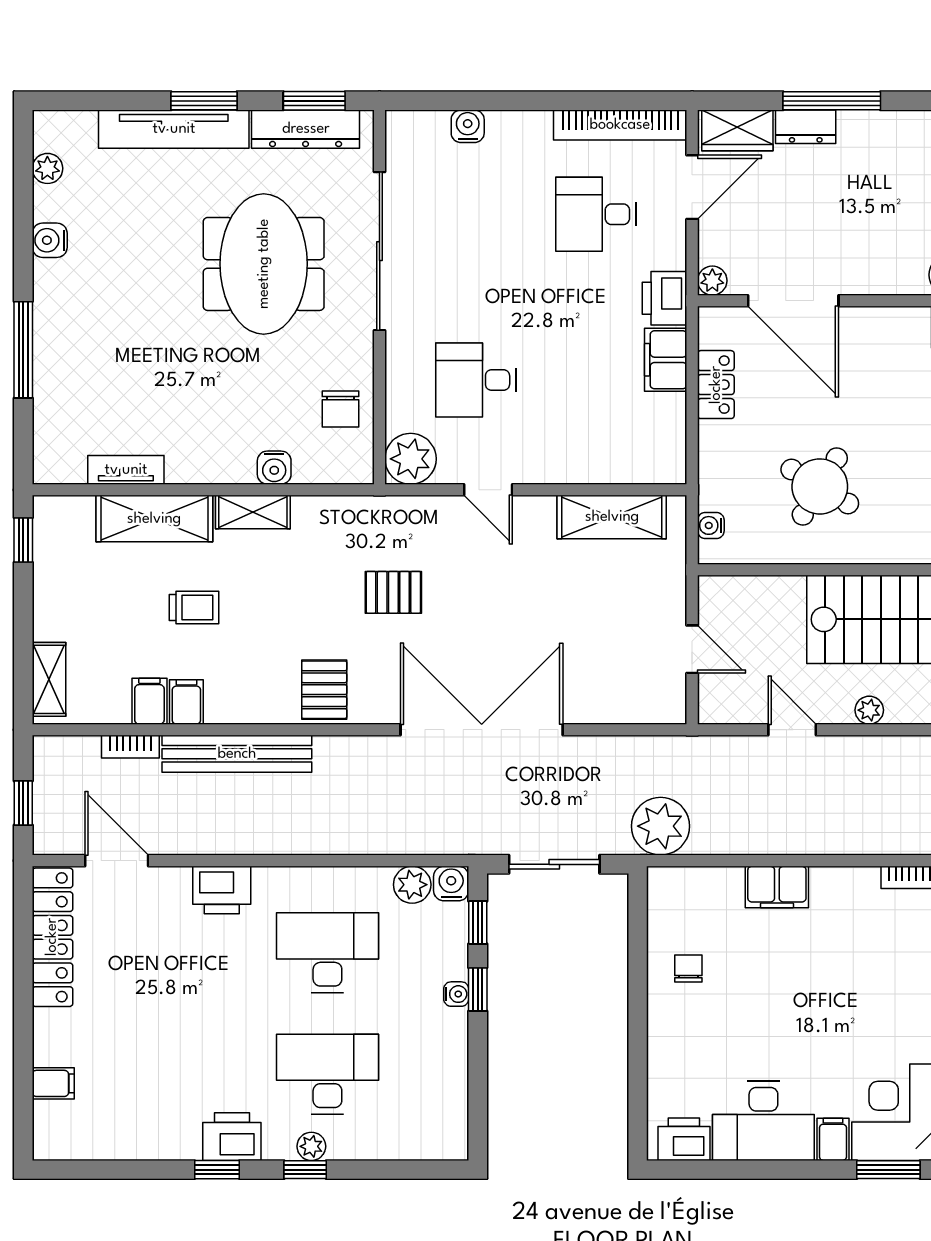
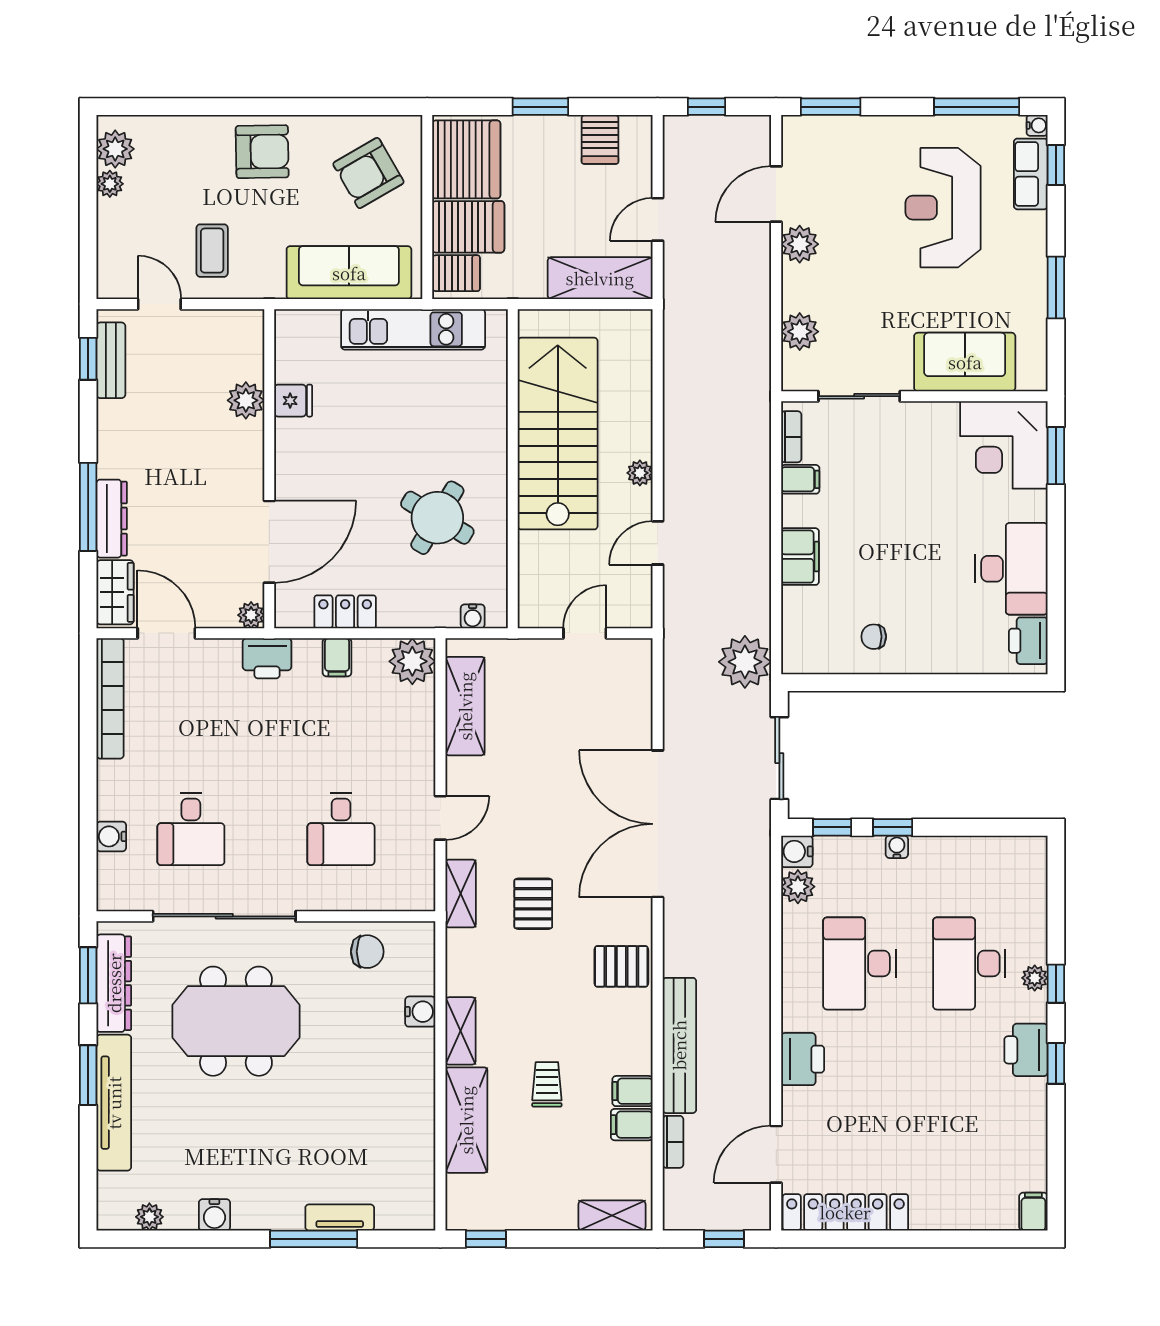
dresser: (806, 127) -> (112, 519), width x1.44
desk: (596, 214) -> (191, 829), moved
filing cabinet: (666, 360) -> (337, 657), width x0.50
plant: (411, 459) -> (412, 661), moved
tv unit: (126, 470) -> (340, 1217), moved, turned 90
shelving: (405, 512) -> (461, 893), added
filing cabinet: (53, 1083) -> (1033, 1212), moved
filing cabinet: (833, 1139) -> (800, 479), moved, turned 180

